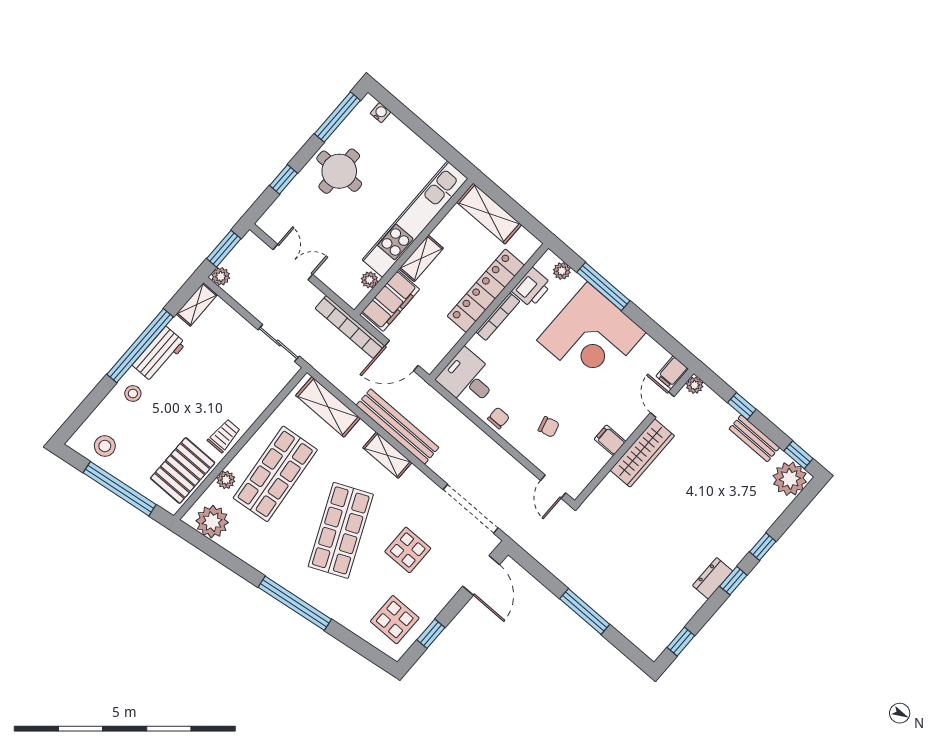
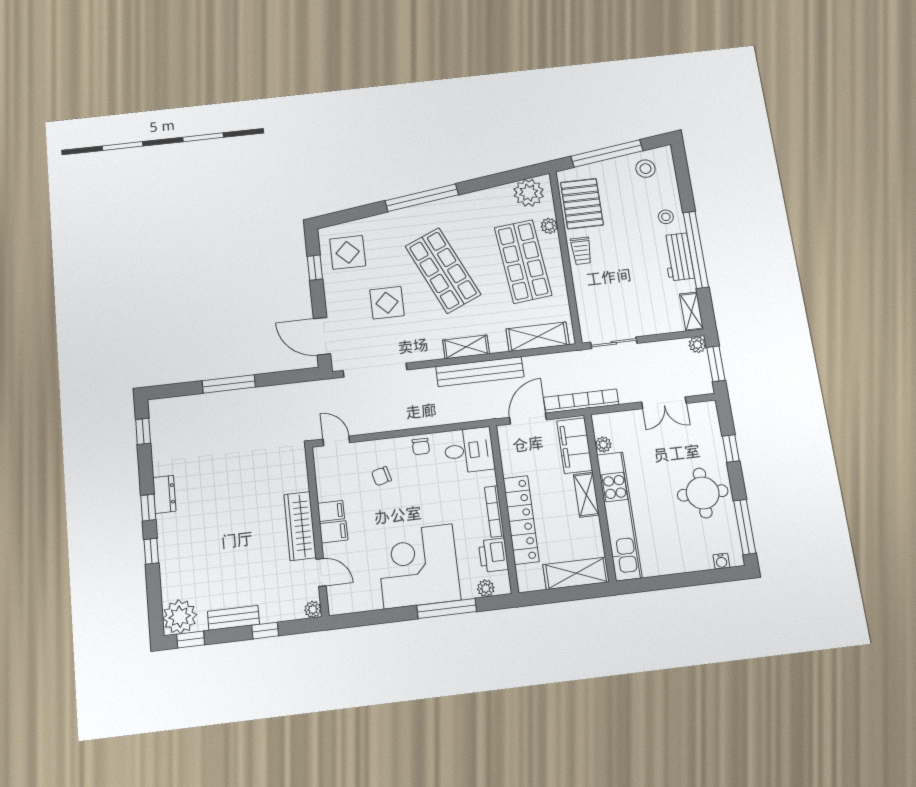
filing cabinet: (672, 372) -> (334, 532), moved, turned 90

